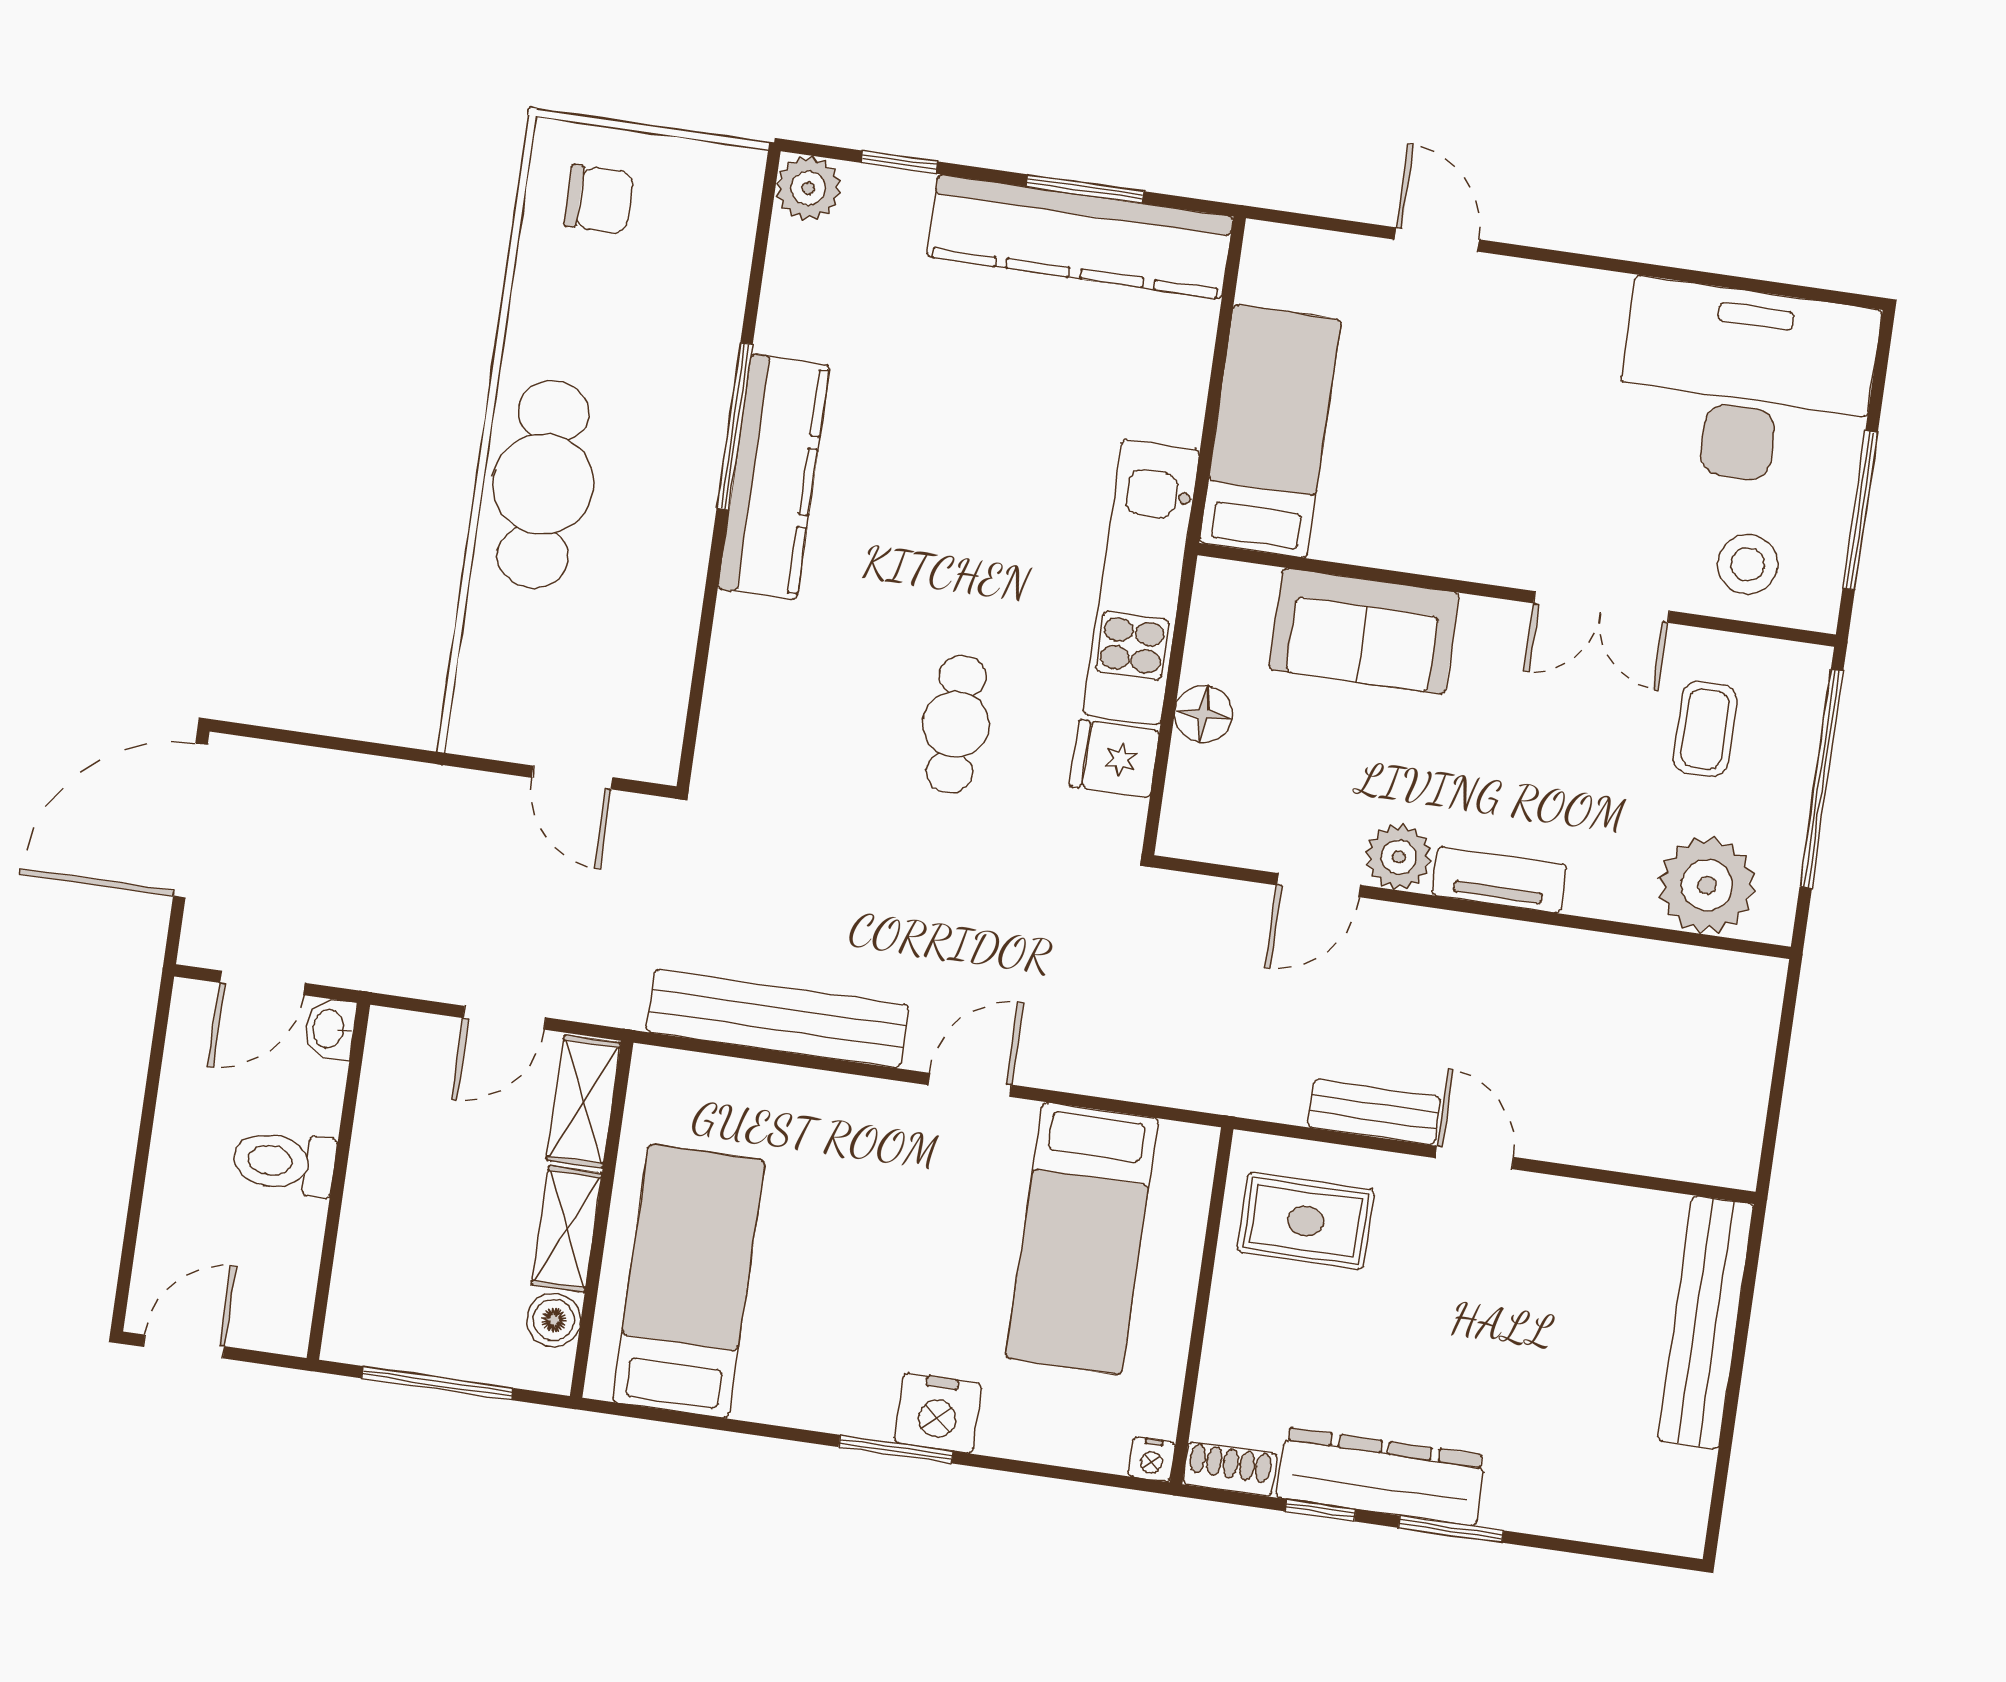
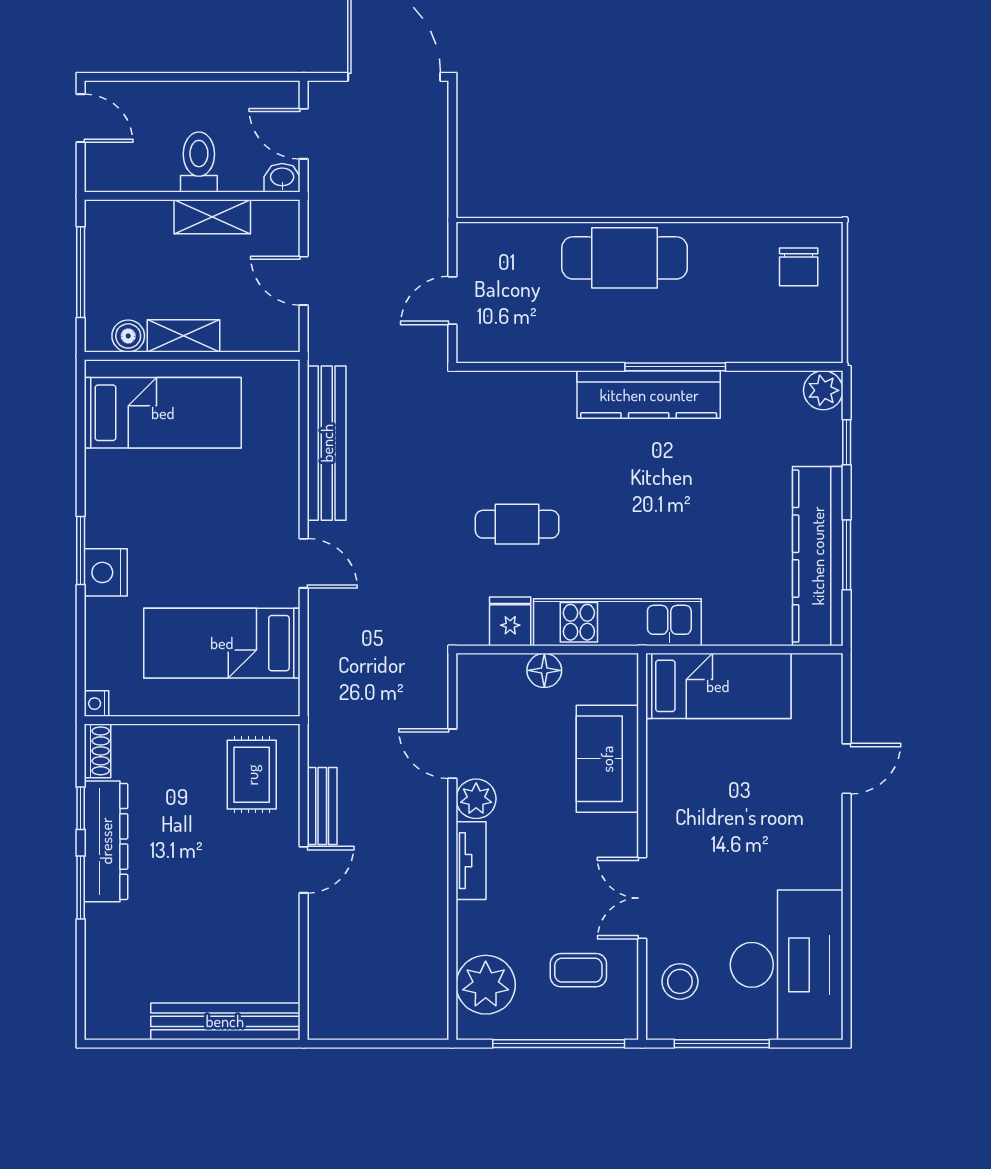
shelving: (584, 1102) -> (212, 217), moved

